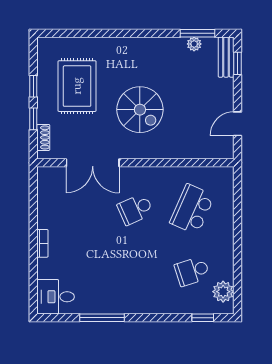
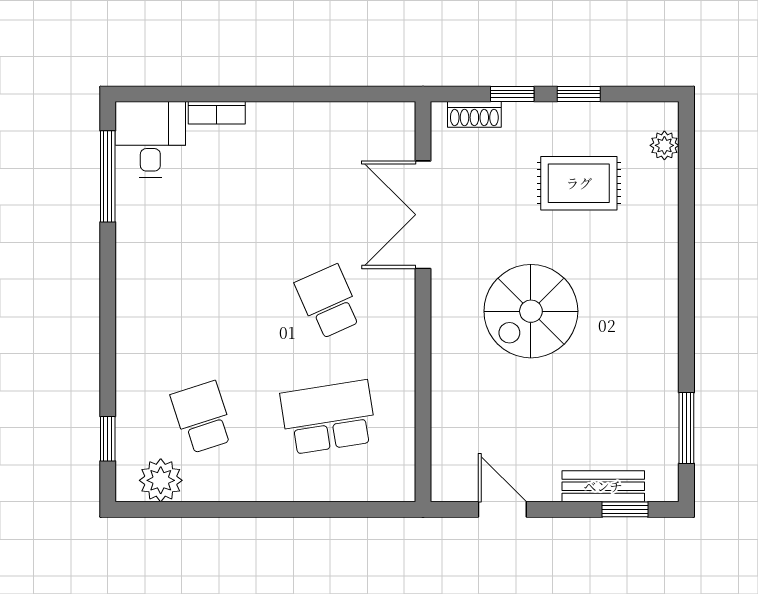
plant: (194, 44) -> (664, 145), moved
bench: (226, 57) -> (603, 486), moved
rug: (77, 86) -> (579, 183), width x0.73, depth x0.70
school desk: (192, 209) -> (328, 417), turned -33
bookcase: (42, 243) -> (217, 113), moved
window: (102, 318) -> (108, 176), moved

